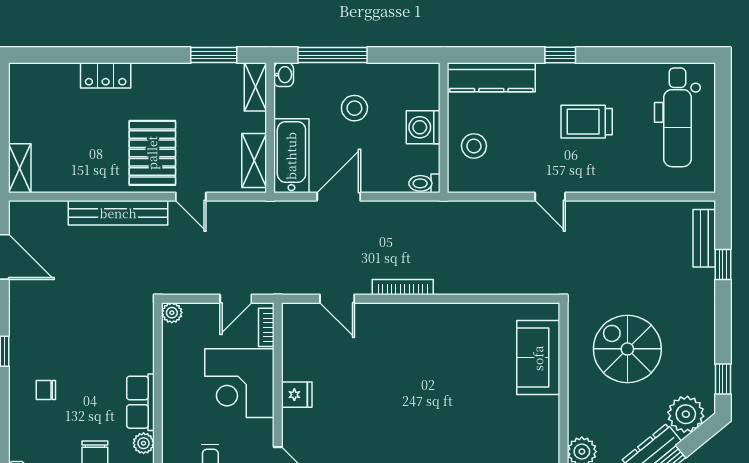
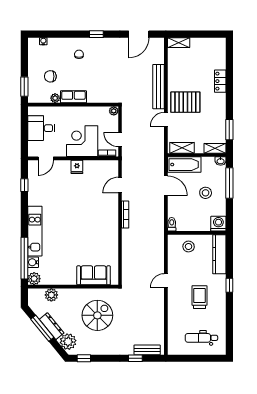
dental chair: (677, 117) -> (201, 338), width x0.73, depth x0.72
washing machine: (423, 127) -> (218, 224), moved

